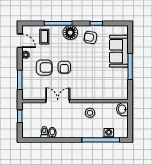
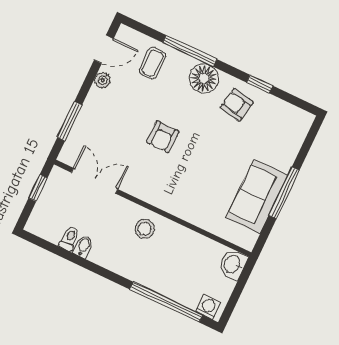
door: (20, 41) -> (104, 49), hinge flipped
sofa: (119, 51) -> (257, 197), moved
armchair: (44, 68) -> (125, 120), removed
double door: (58, 101) -> (95, 181), moved
stool: (90, 113) -> (145, 229), moved
washing machine: (109, 133) -> (208, 307), moved

